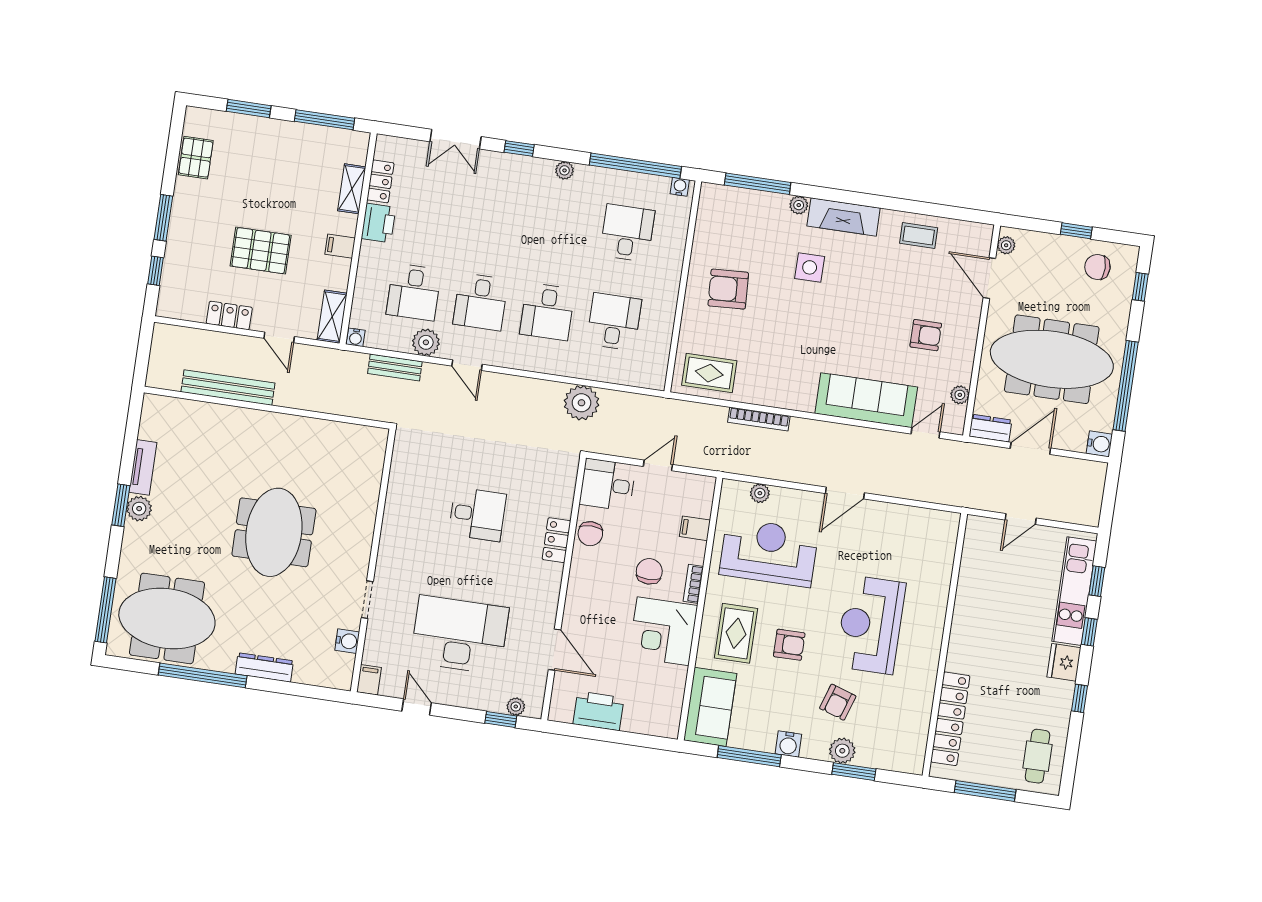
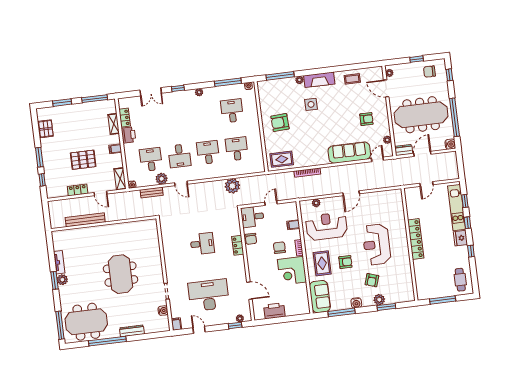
window: (635, 166) -> (228, 82), width x0.68
desk: (414, 292) -> (151, 159), turned 180
desk: (547, 312) -> (208, 152), turned 180
locker: (950, 719) -> (416, 239), moved

